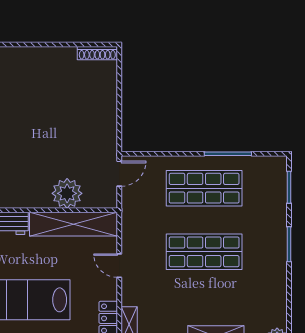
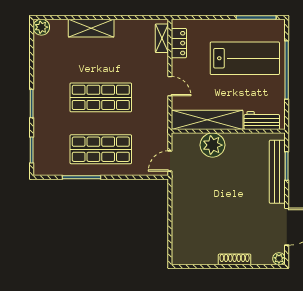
shoe rack: (97, 53) -> (235, 259), moved

